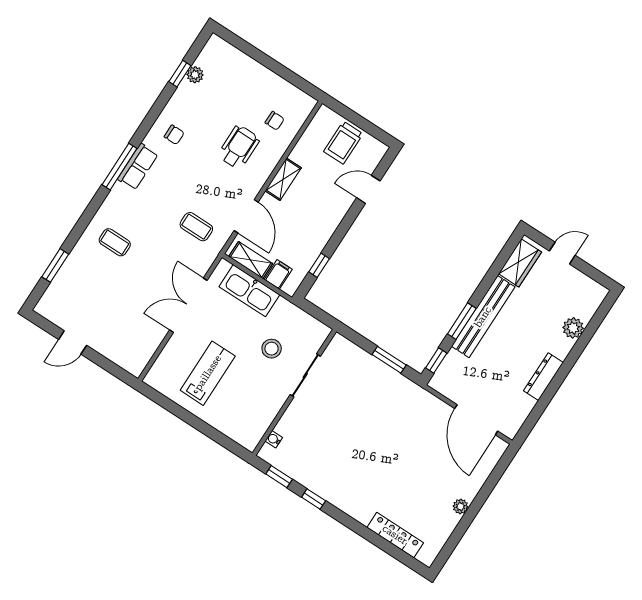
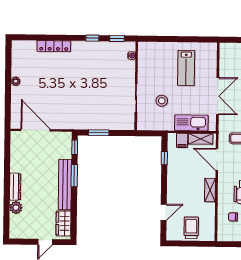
dresser: (543, 377) -> (15, 187), moved
locker: (395, 535) -> (54, 46), moved

